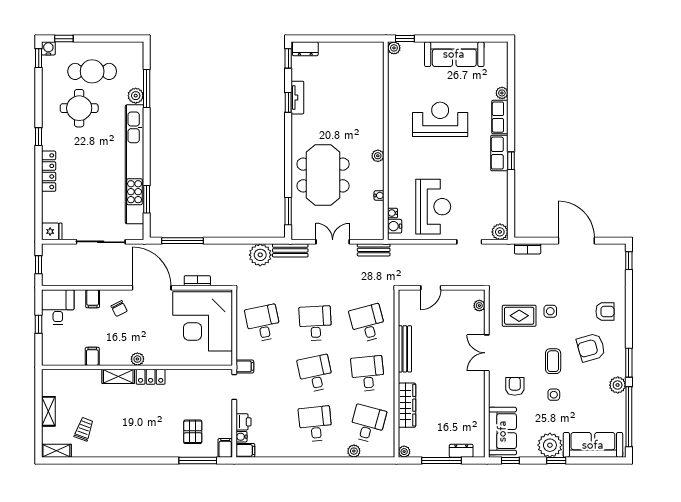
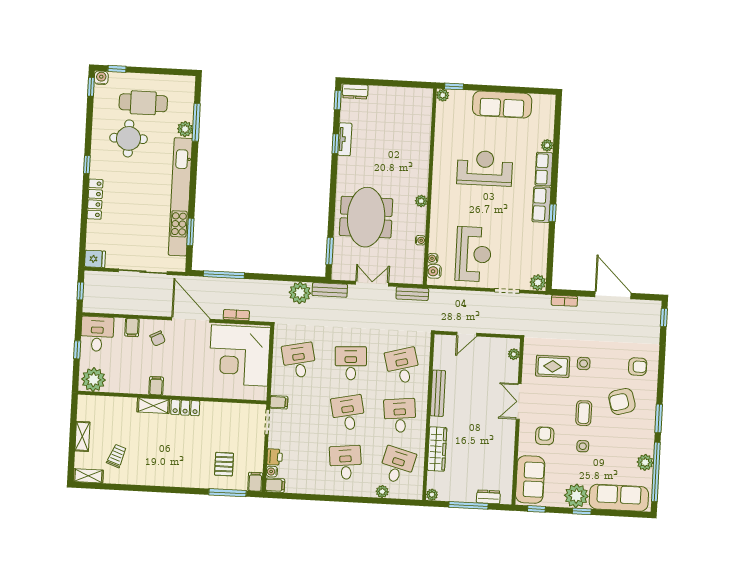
filing cabinet: (92, 356) -> (156, 386), moved
plant: (137, 359) -> (93, 380), moved, width x1.87, depth x1.87
plant: (618, 385) -> (645, 462), moved

